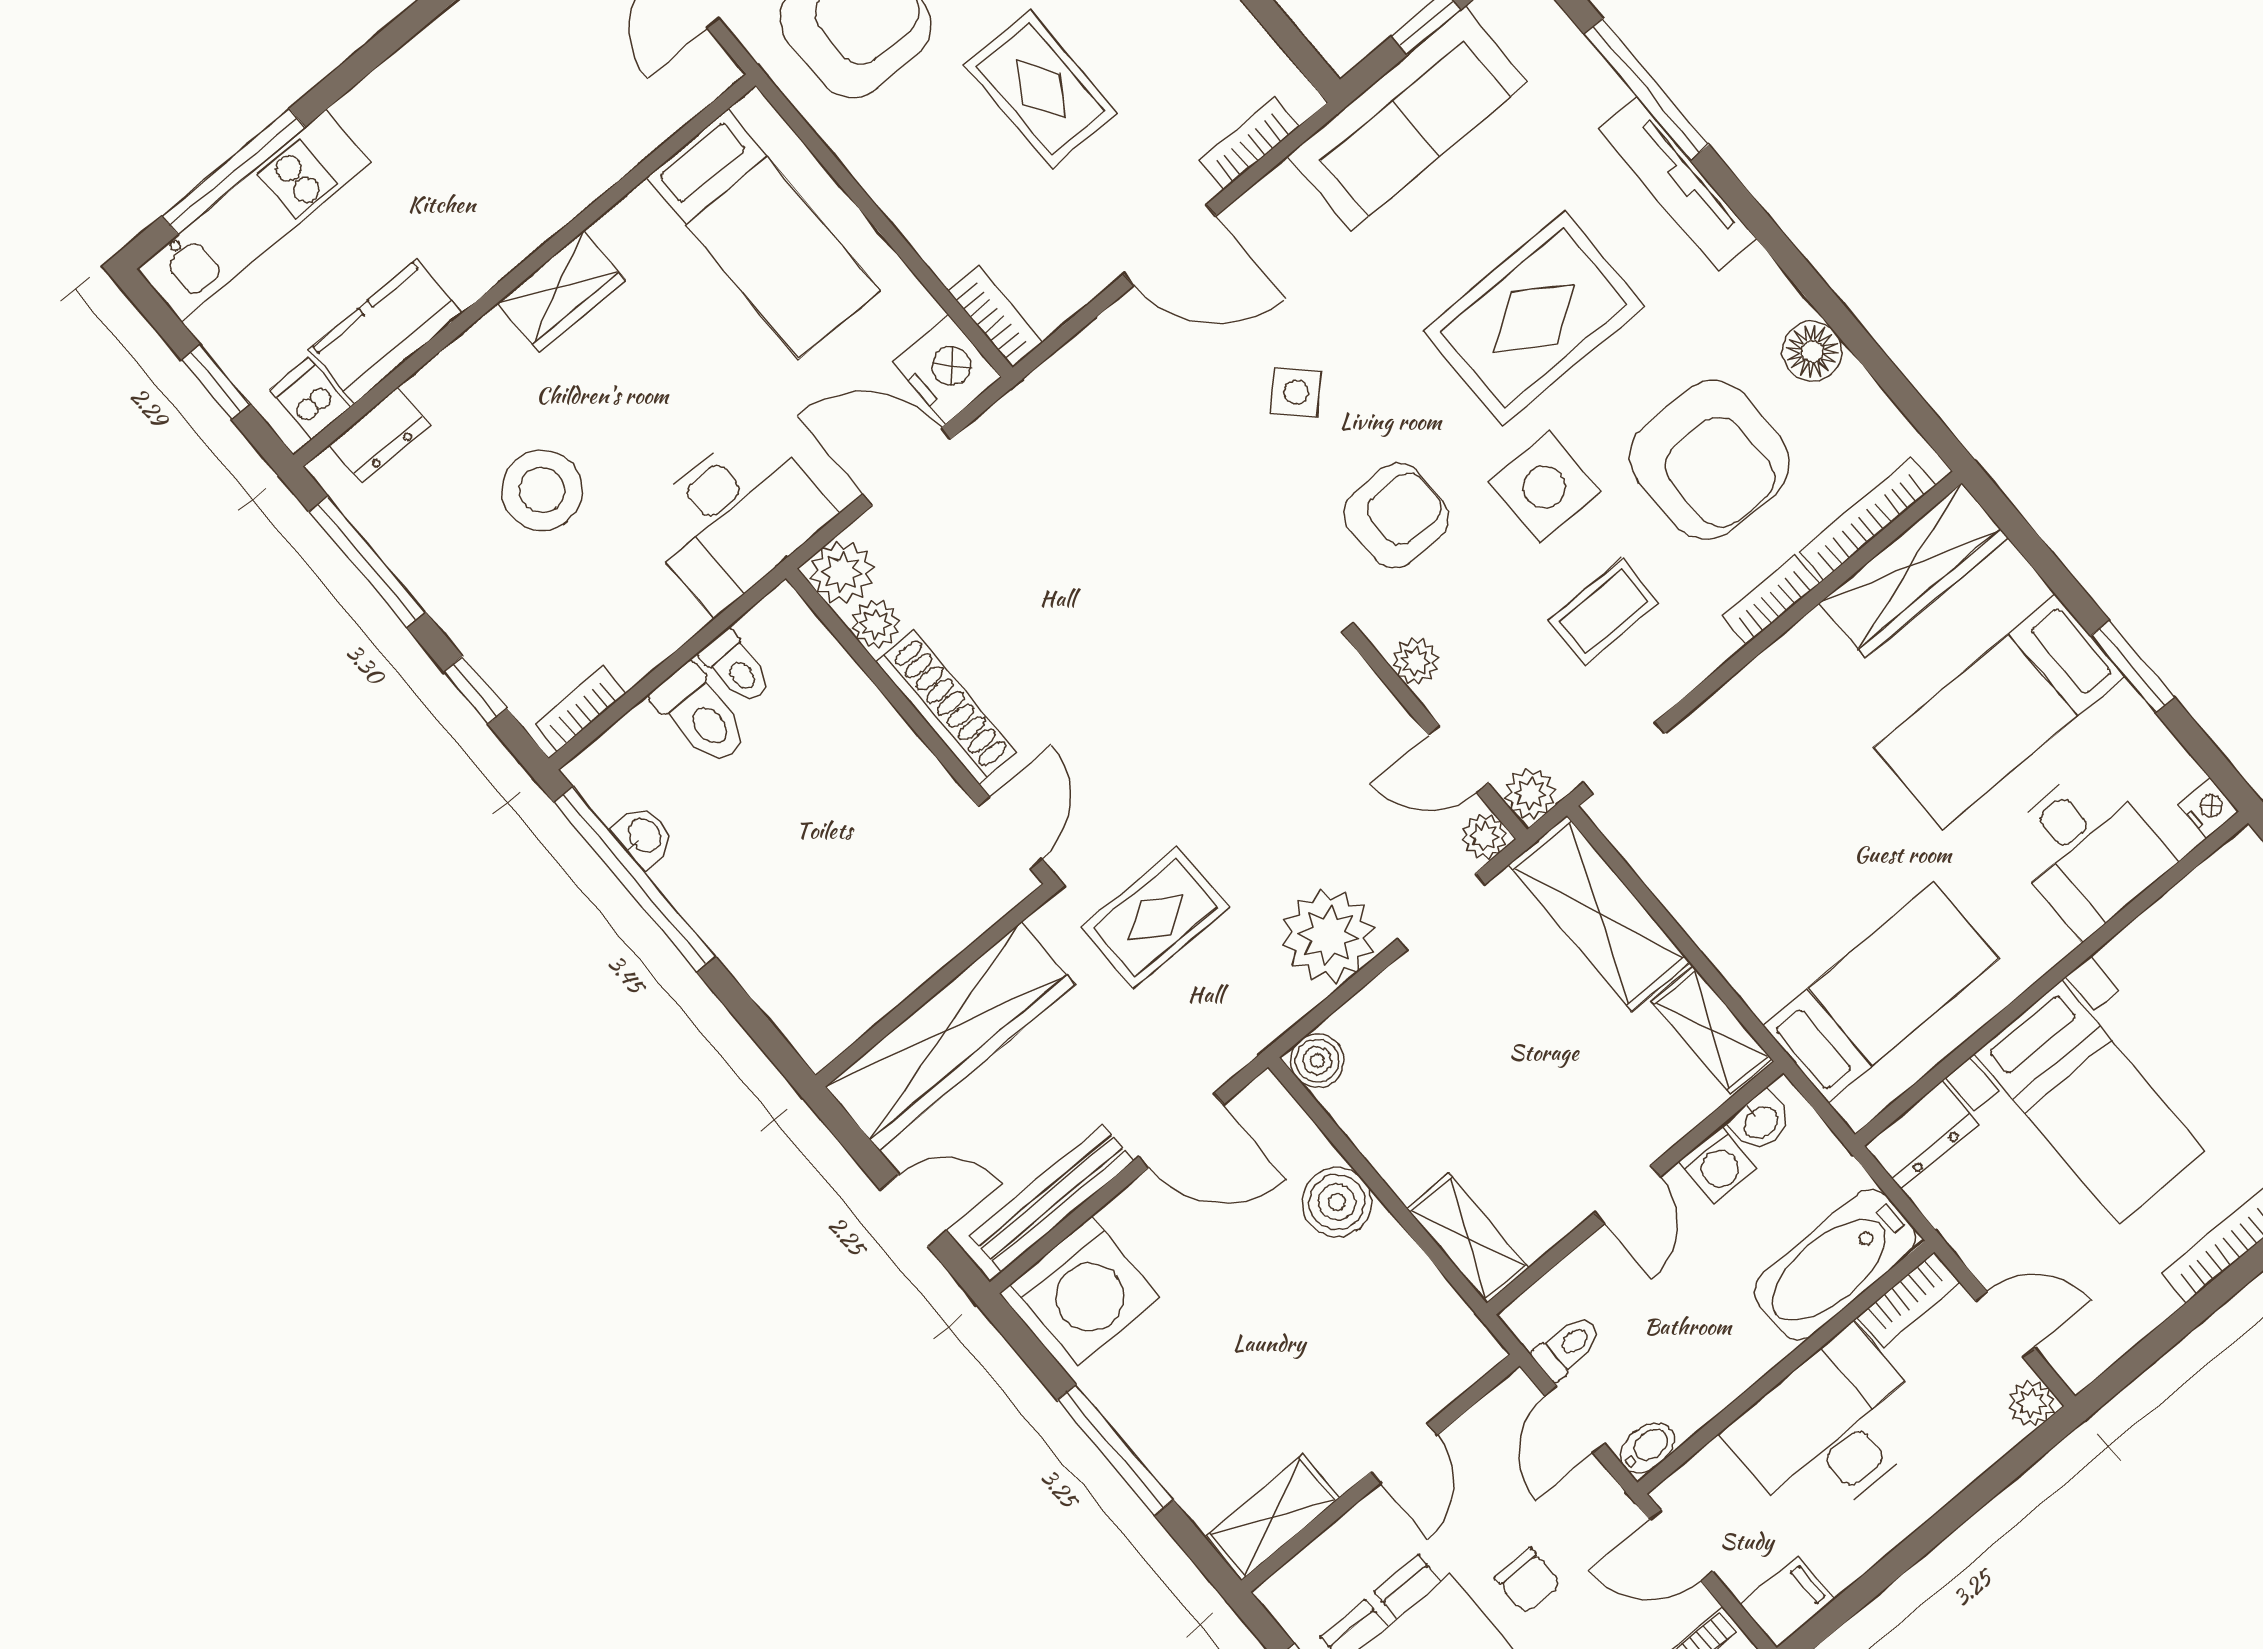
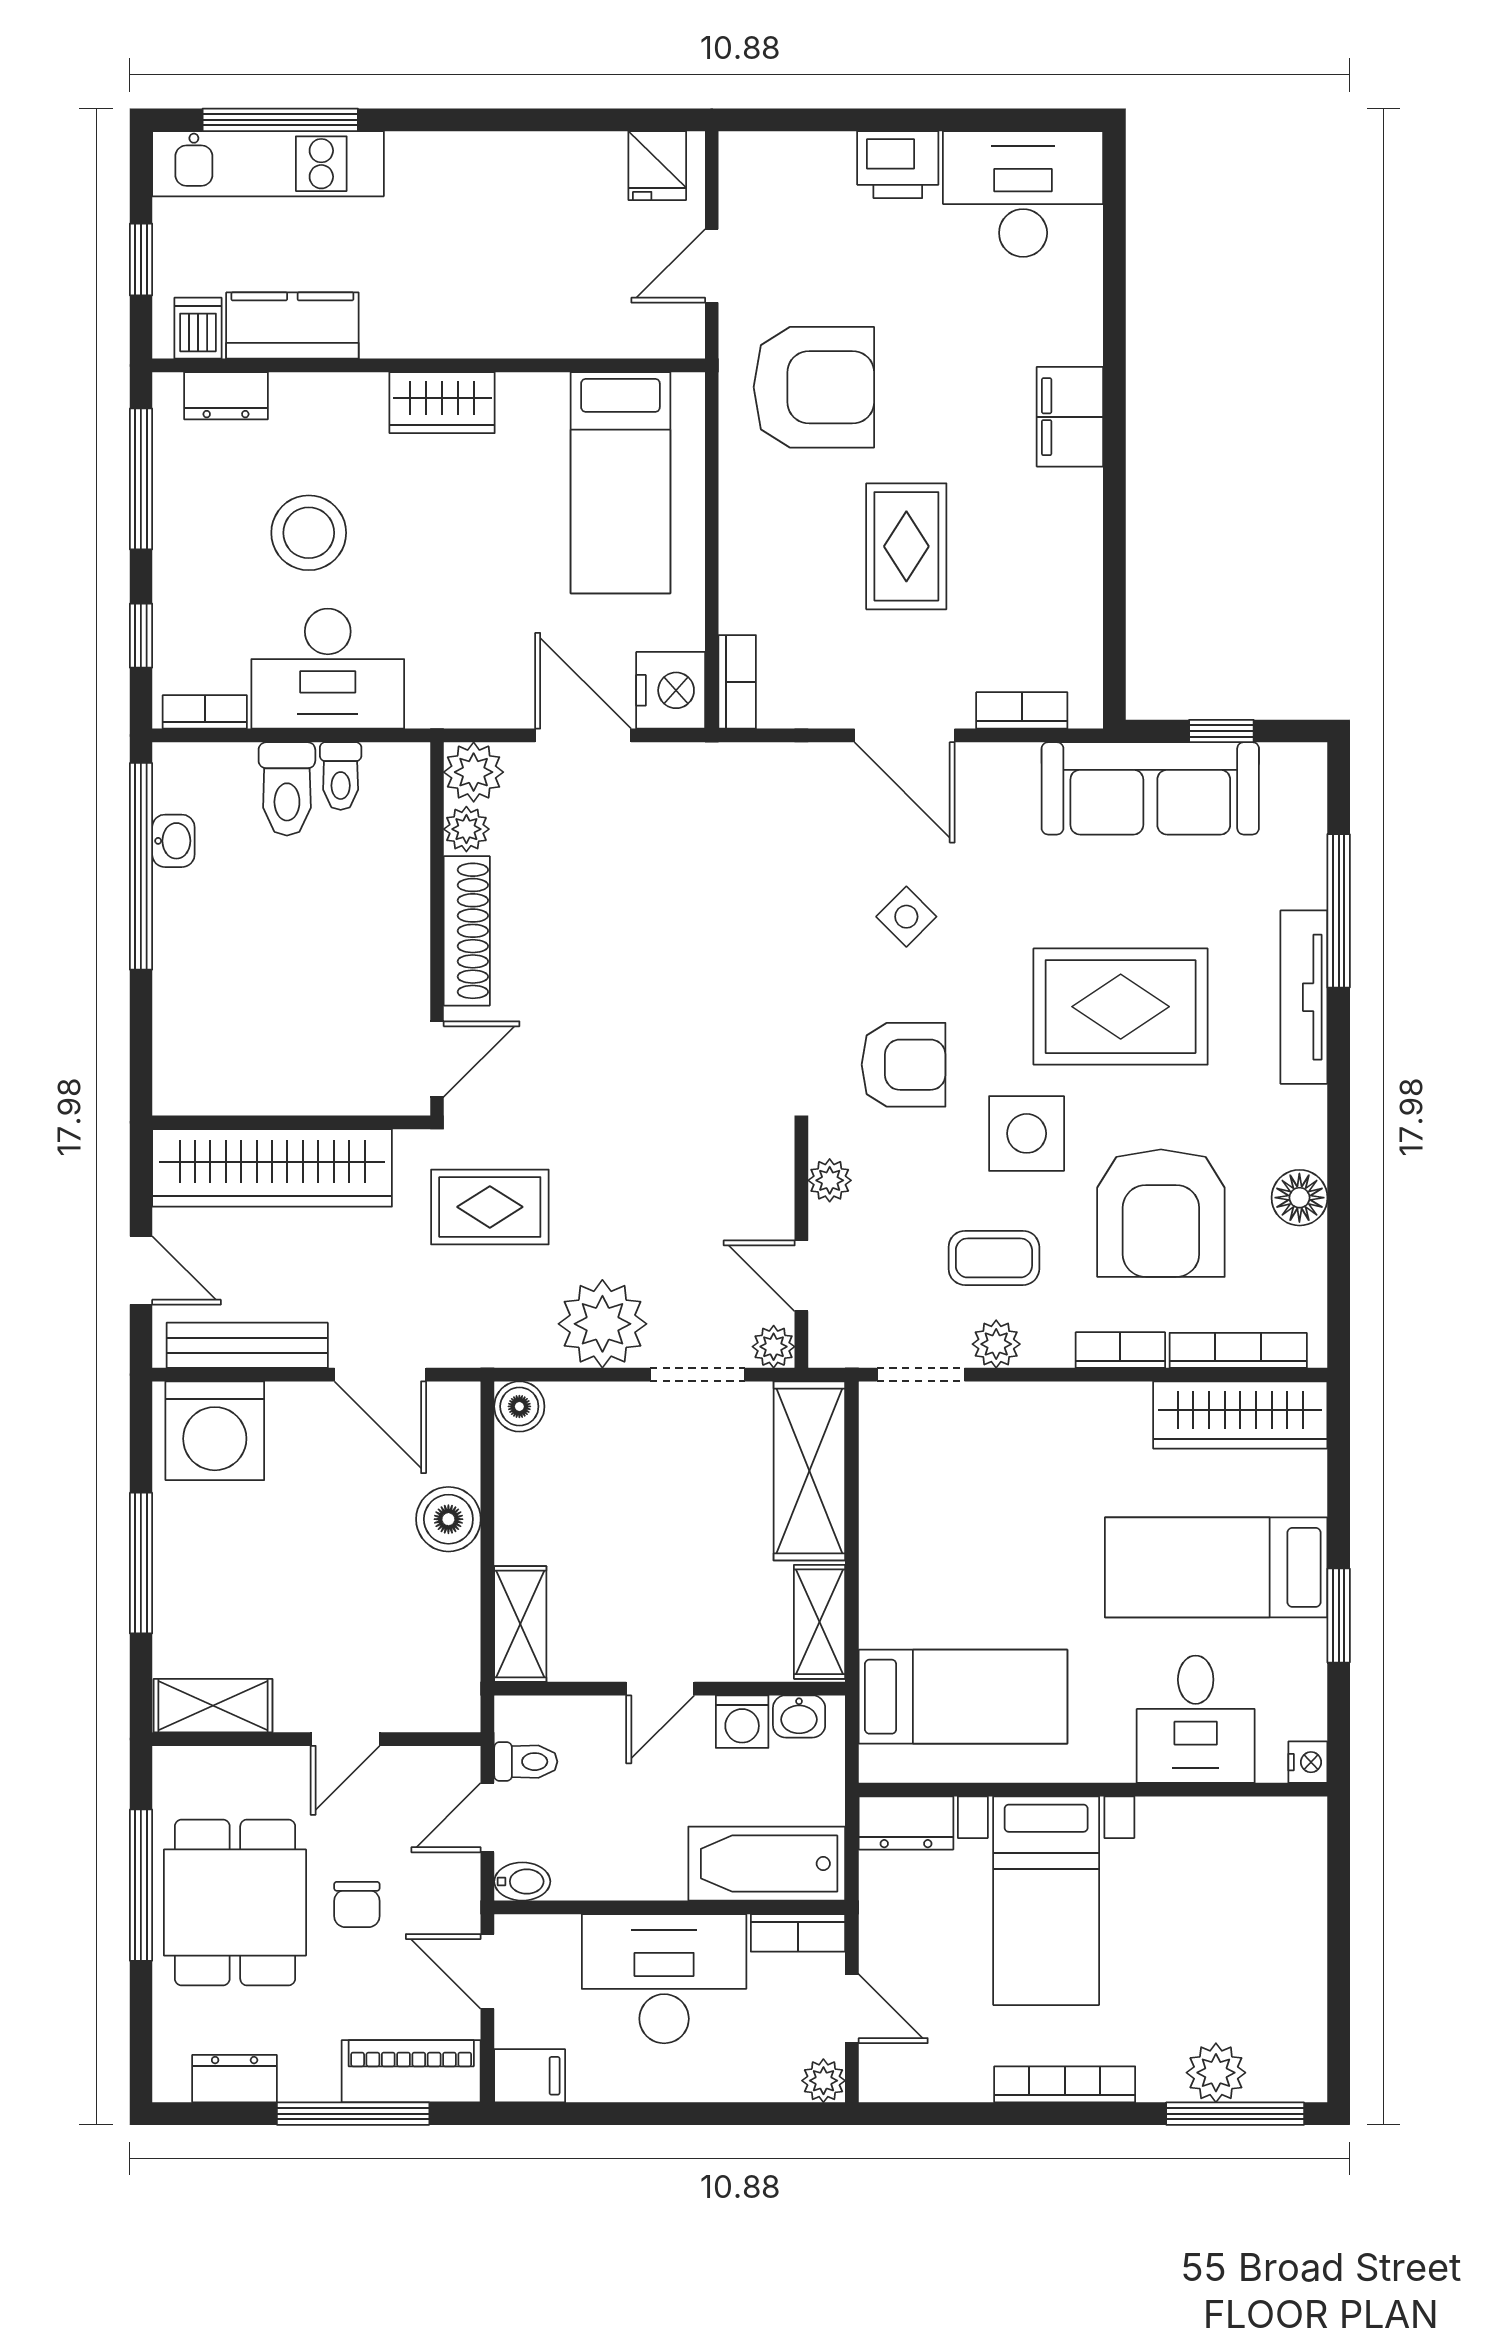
desk: (736, 517) -> (328, 669), moved
plant: (1530, 794) -> (996, 1344), moved

